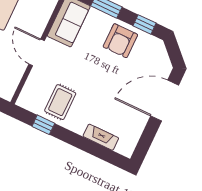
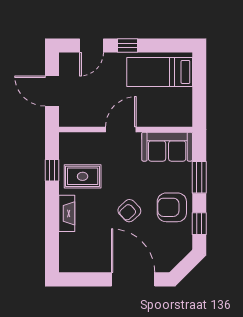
armchair: (107, 77) -> (129, 211), added
fireplace: (101, 137) -> (67, 213), moved

